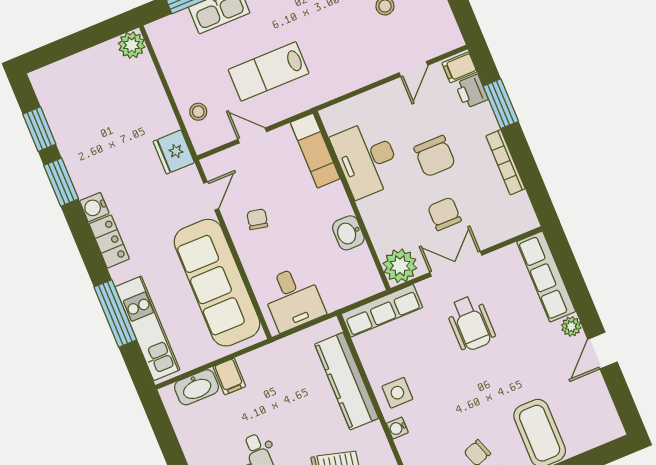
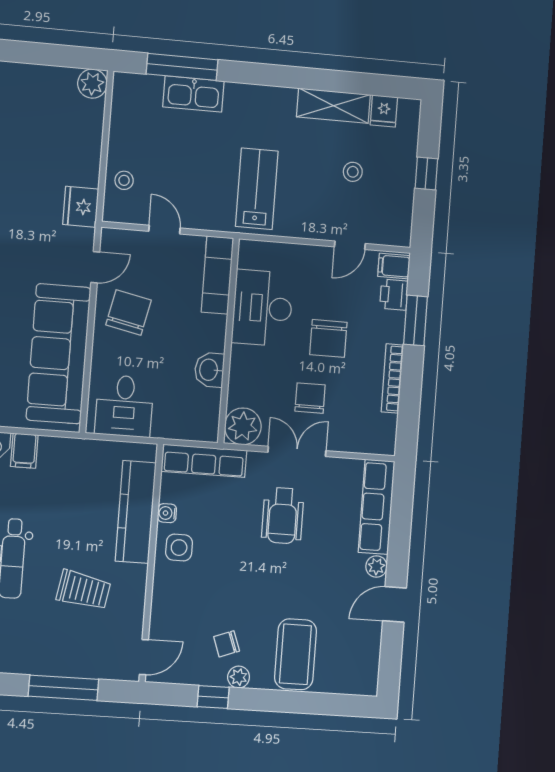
lab bench: (269, 71) -> (257, 189), moved, turned 90
chair: (257, 219) -> (129, 312), width x1.87, depth x1.87
water cooler: (397, 428) -> (167, 513), moved

